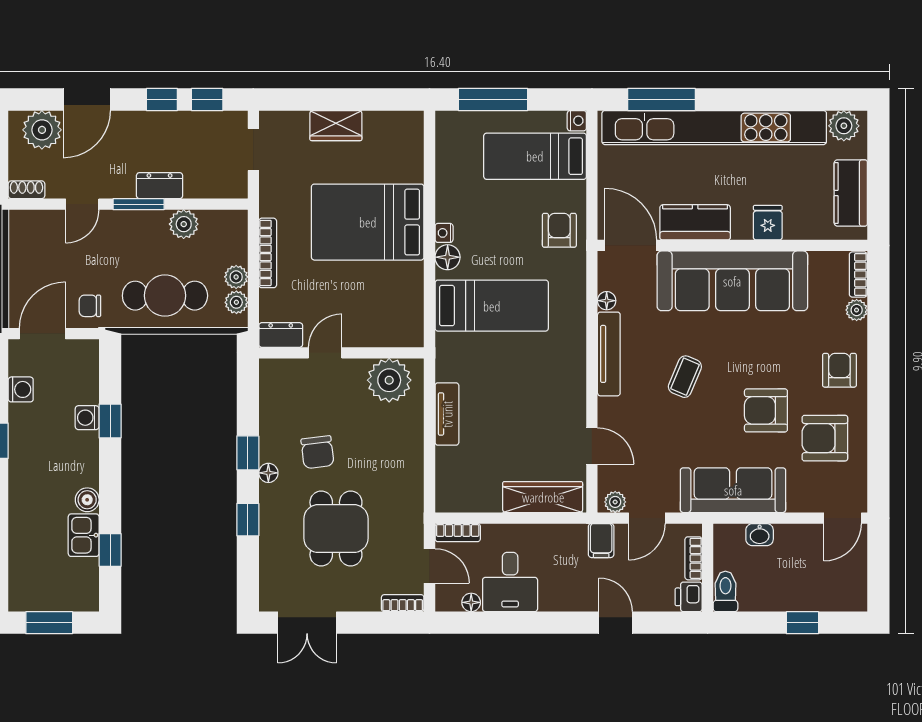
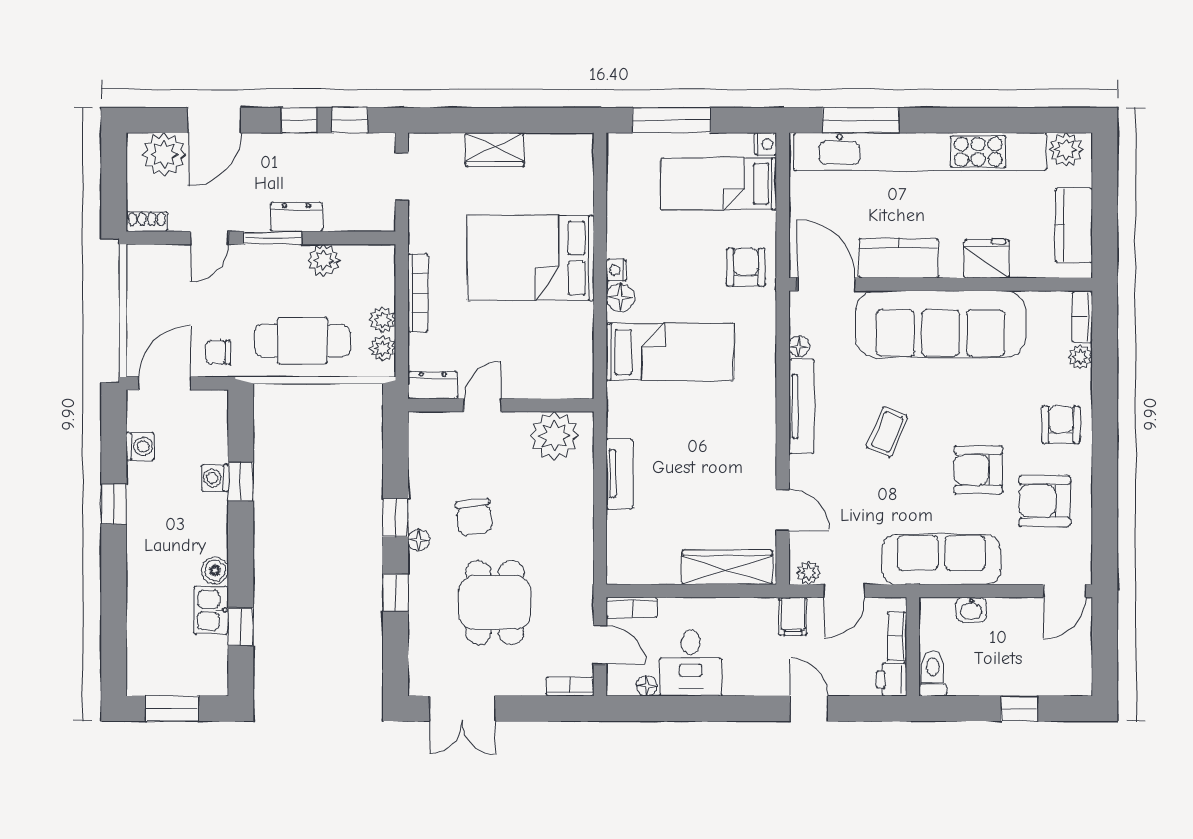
fridge: (768, 223) -> (987, 259), width x1.38

